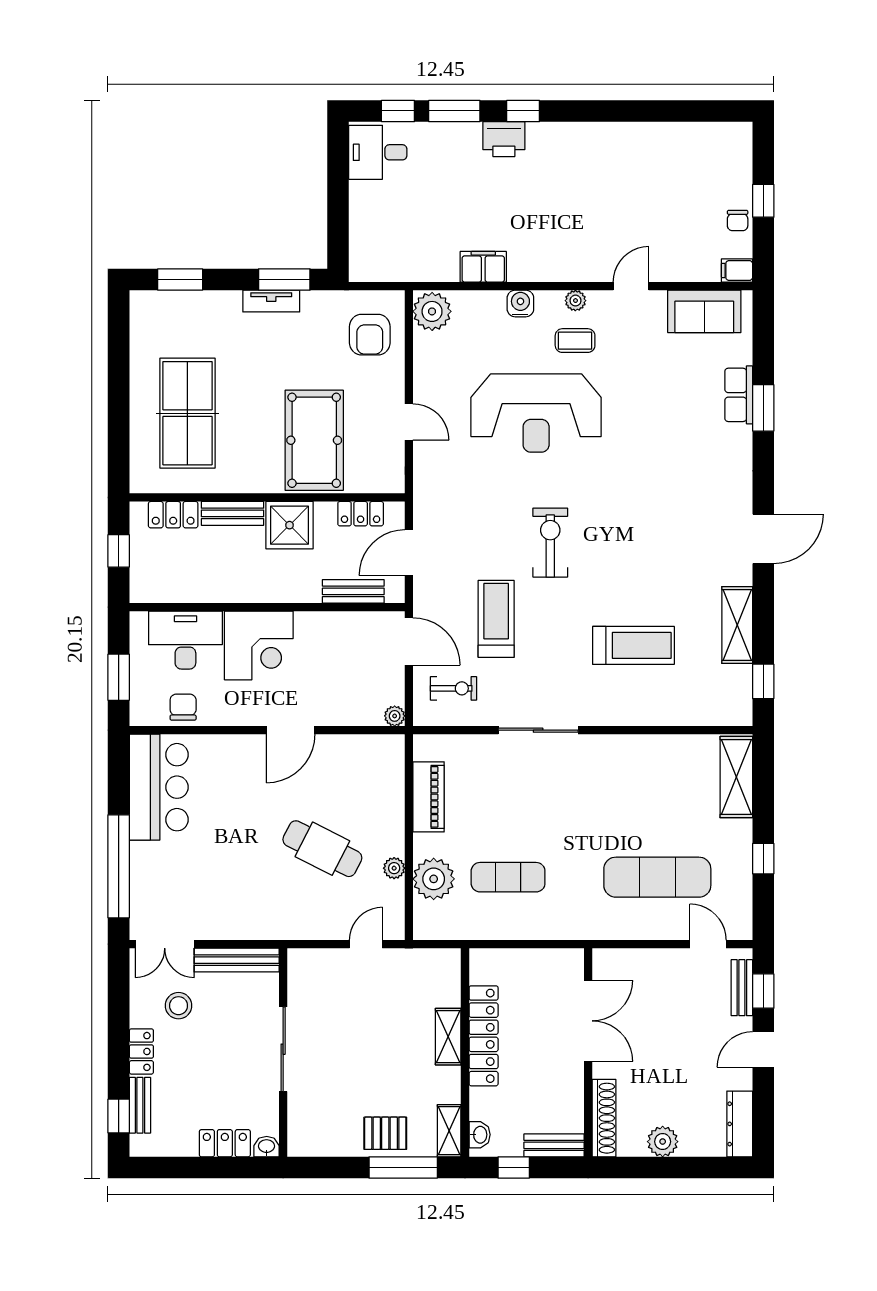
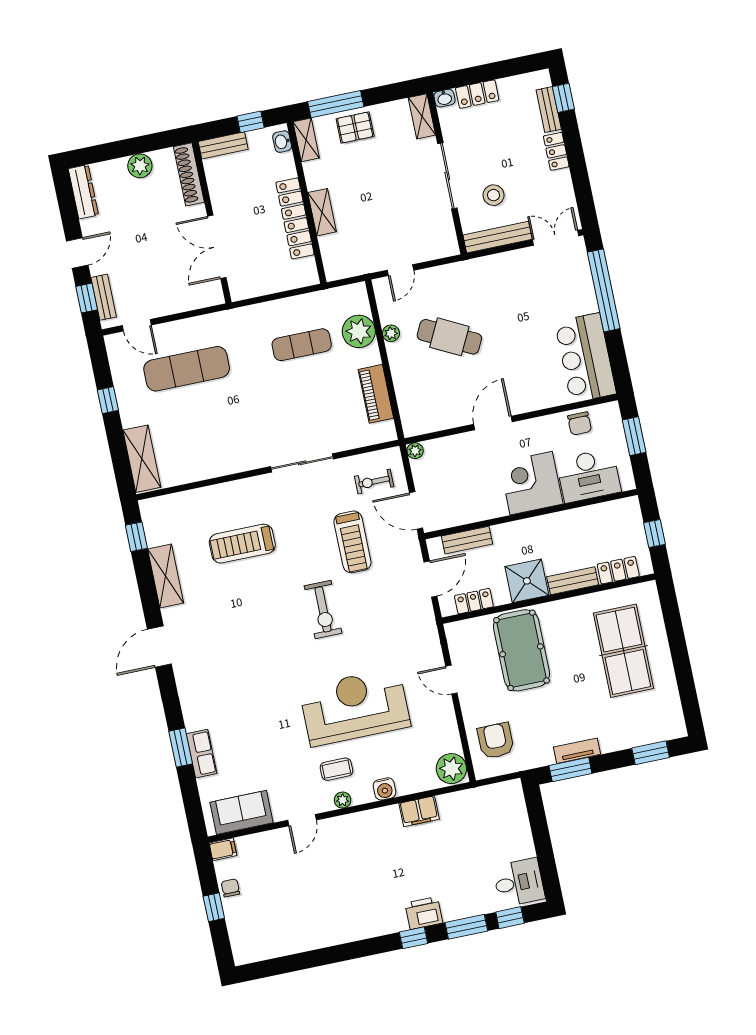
stool: (179, 1006) -> (493, 195), moved
shelving: (299, 1130) -> (422, 116), added

